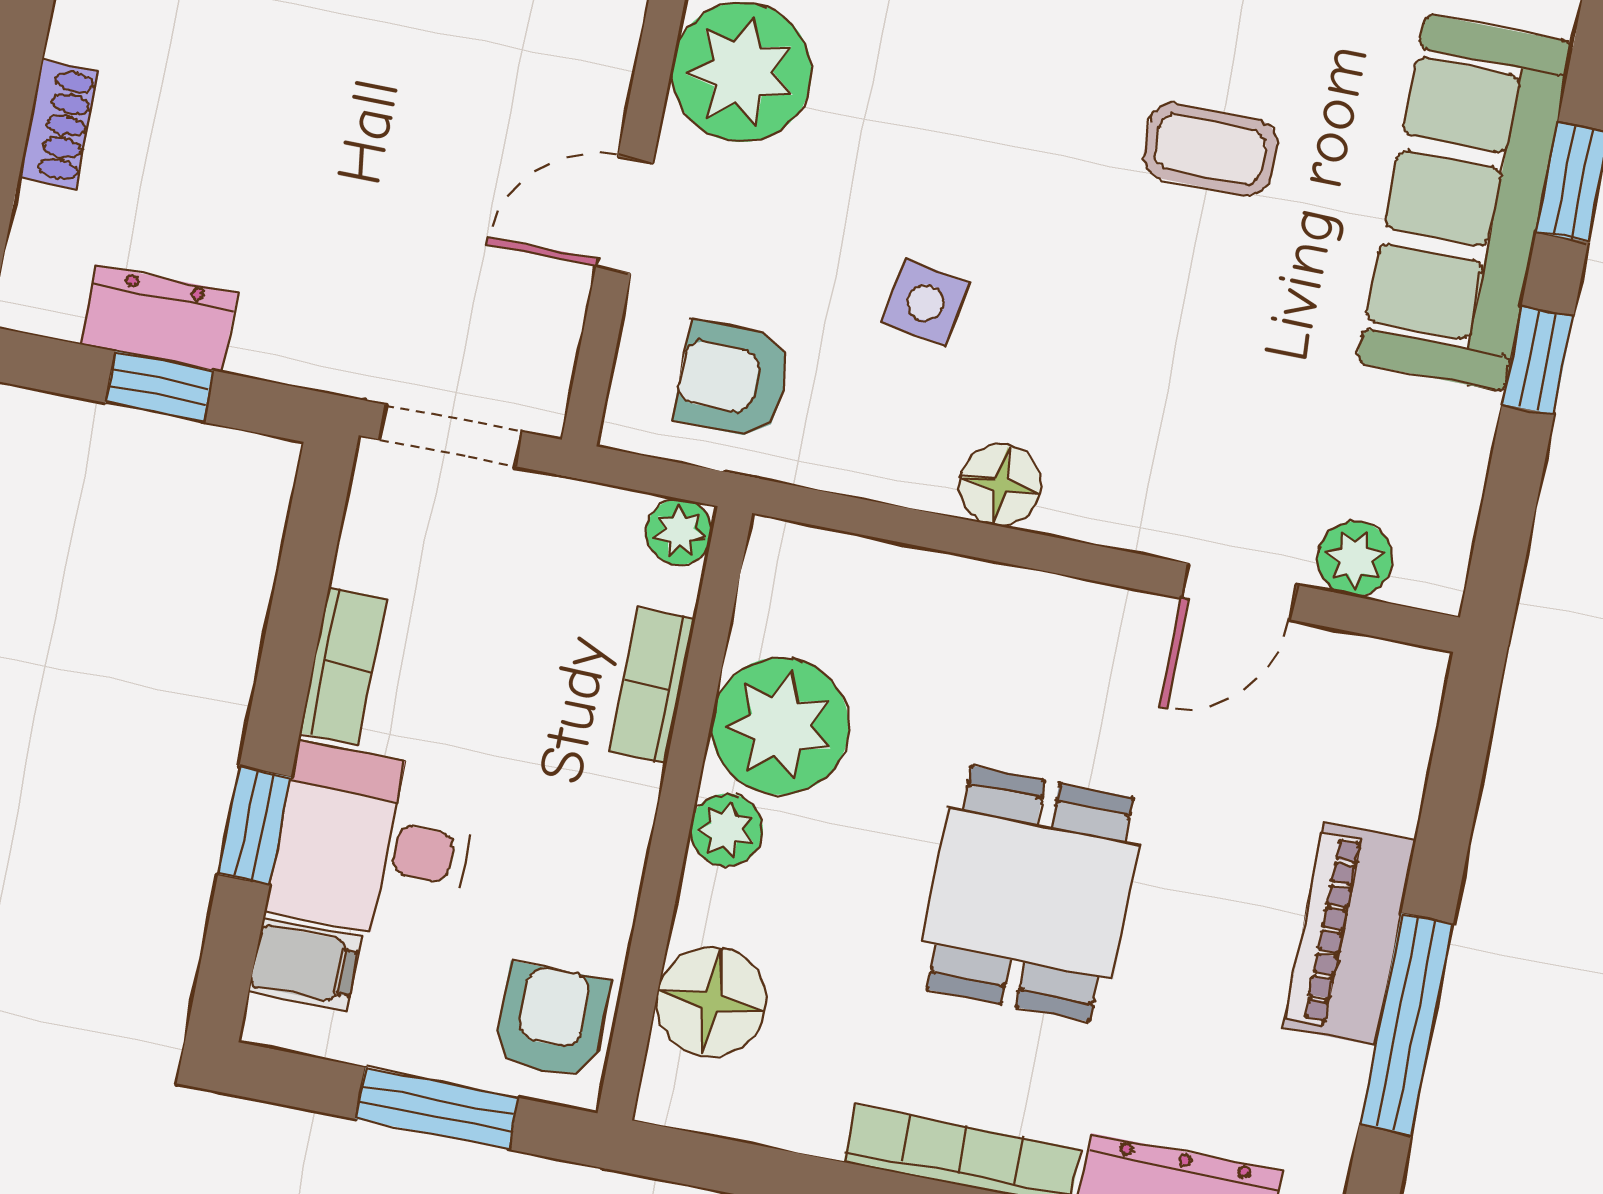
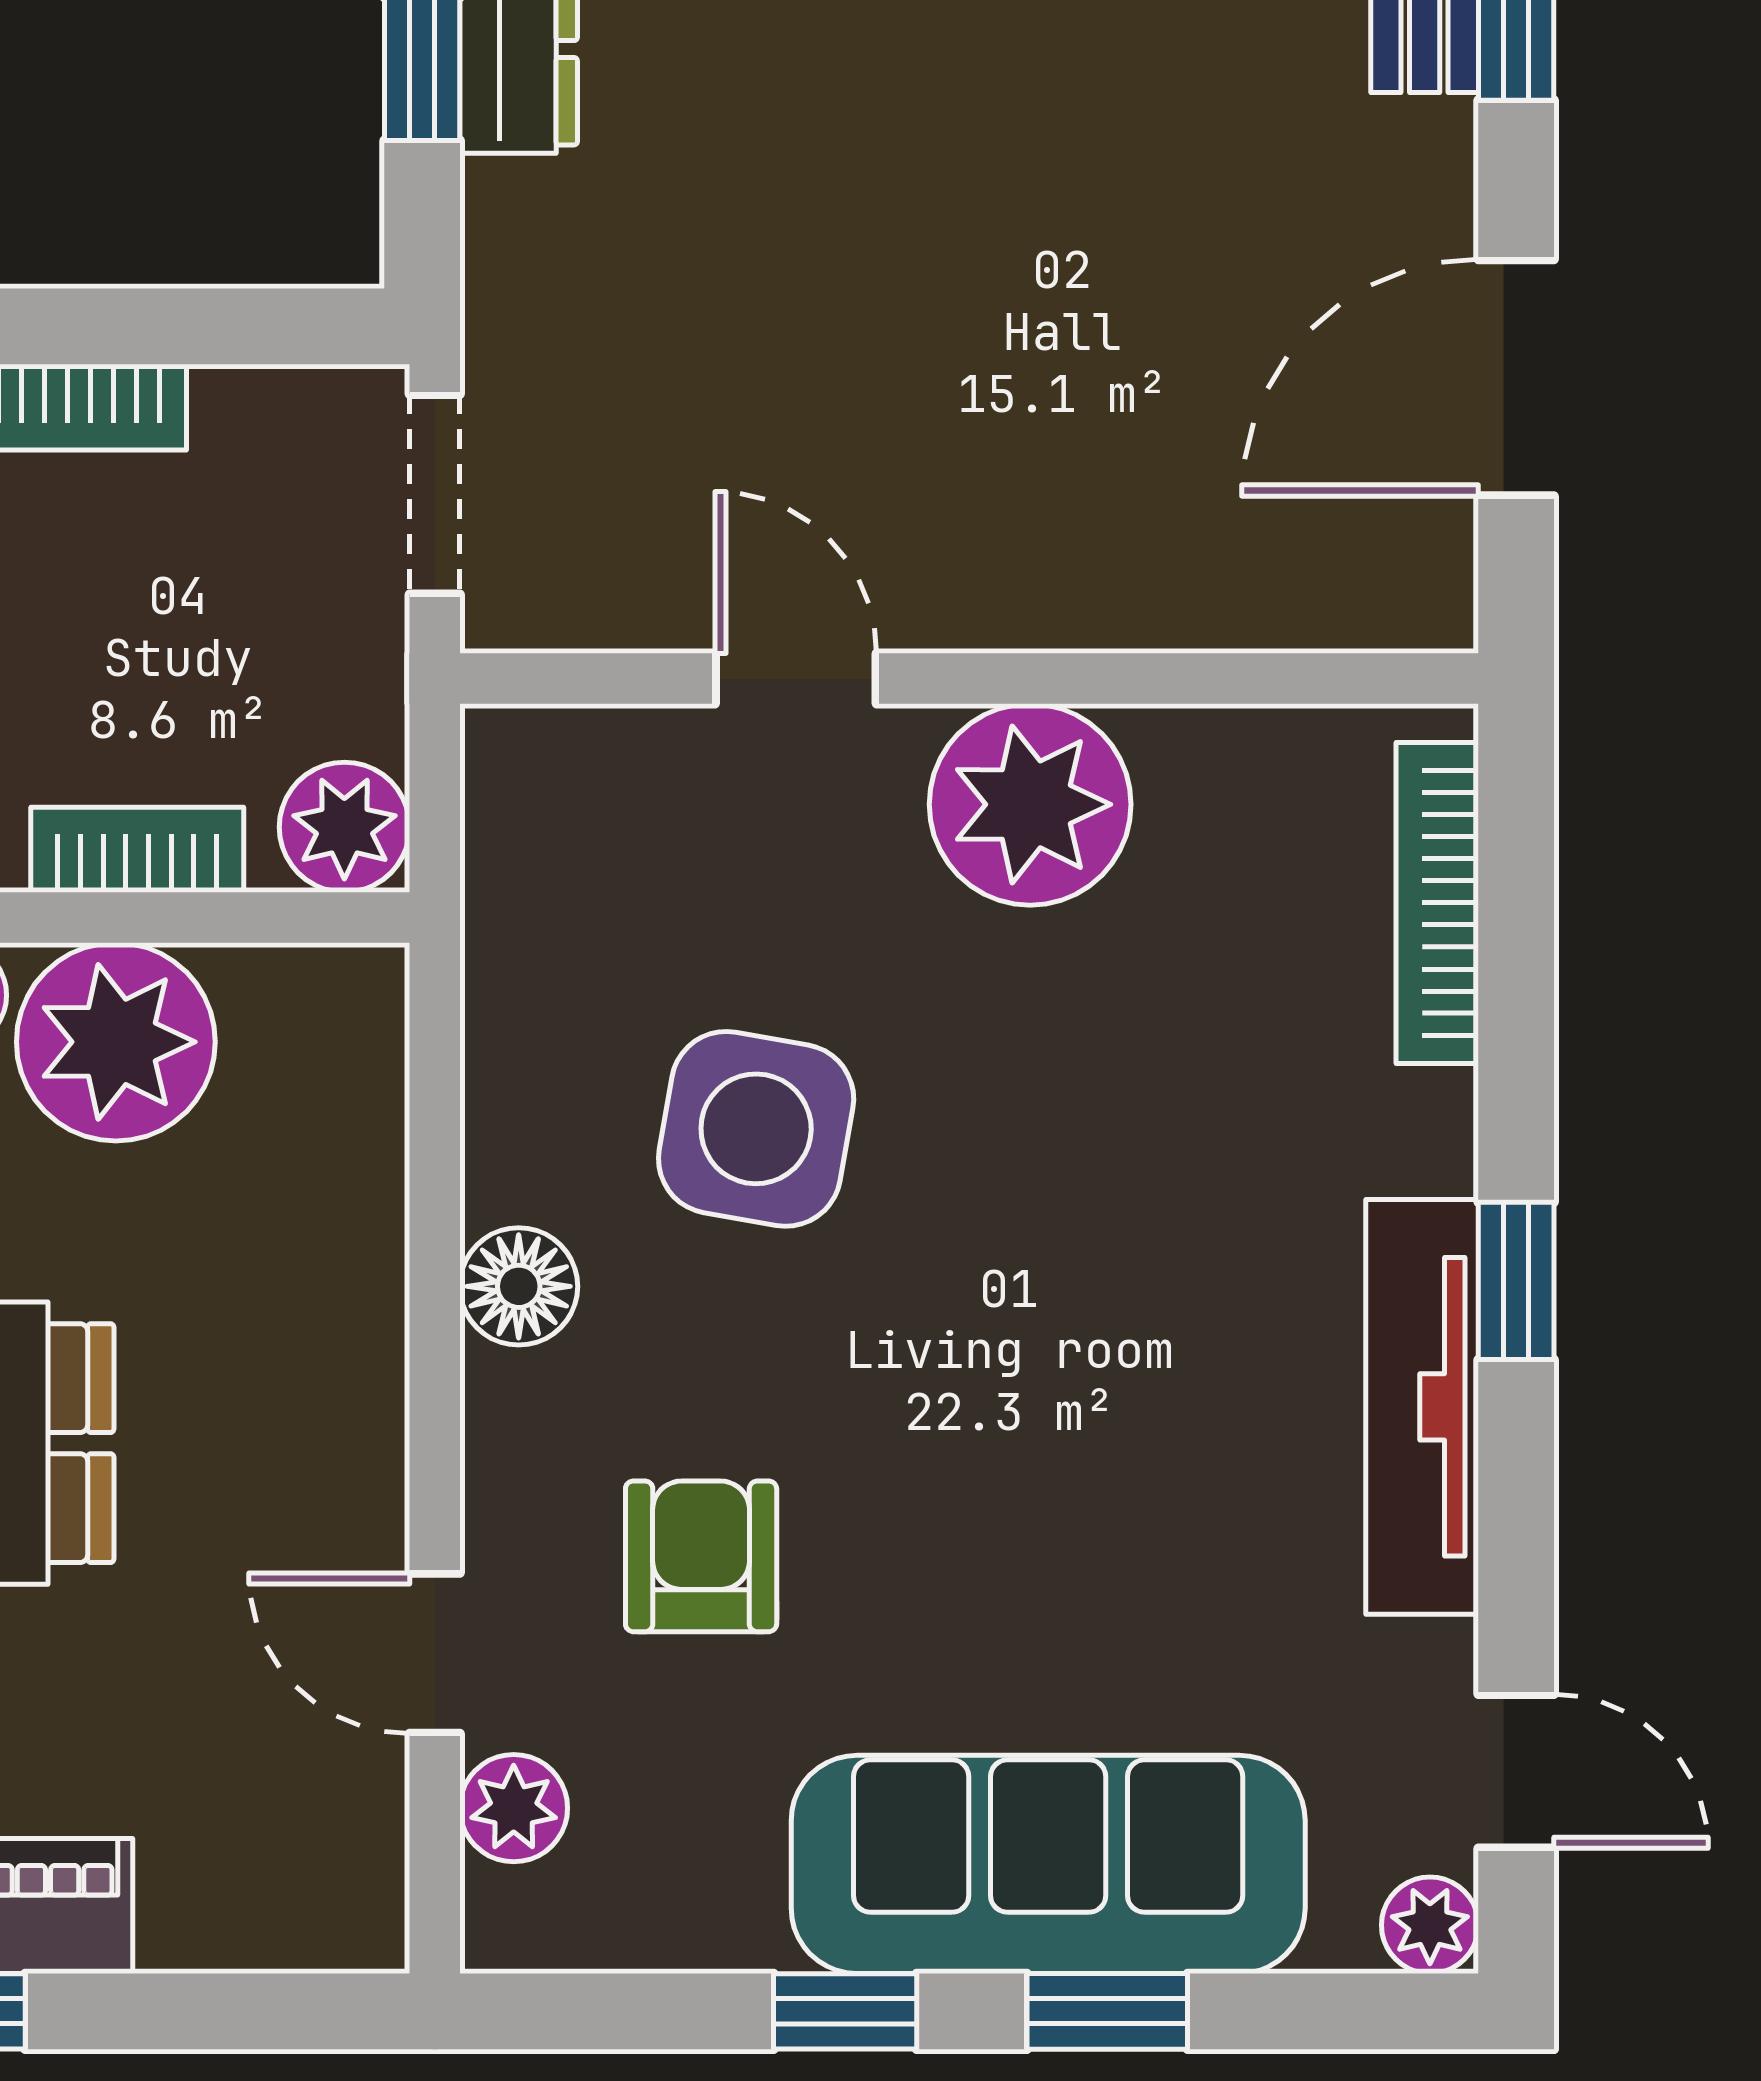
coffee table: (1210, 149) -> (1052, 1489), removed
side table: (925, 302) -> (756, 1129), width x1.87, depth x1.87
armchair: (733, 380) -> (701, 1556), moved
plant: (679, 532) -> (344, 827), width x1.38, depth x1.38

